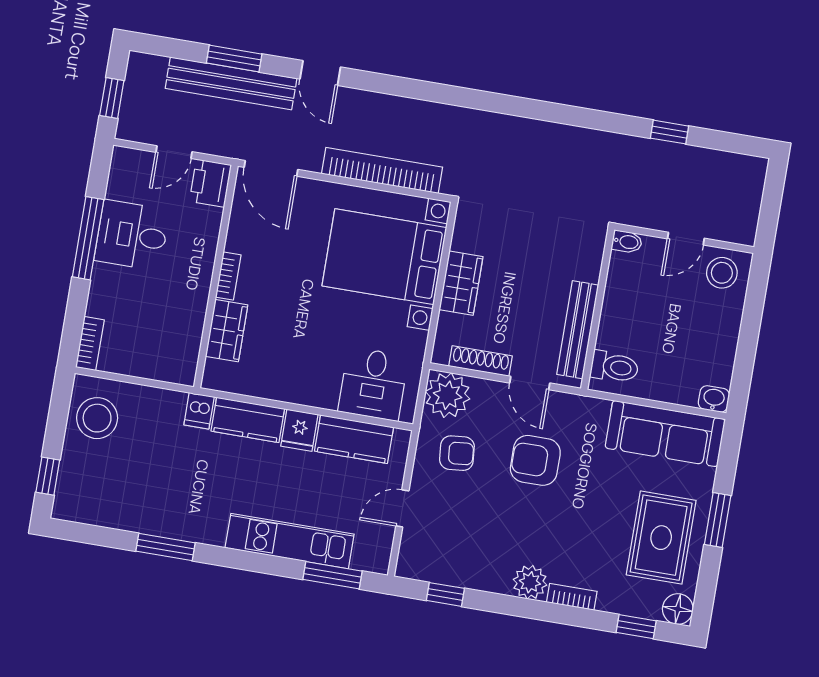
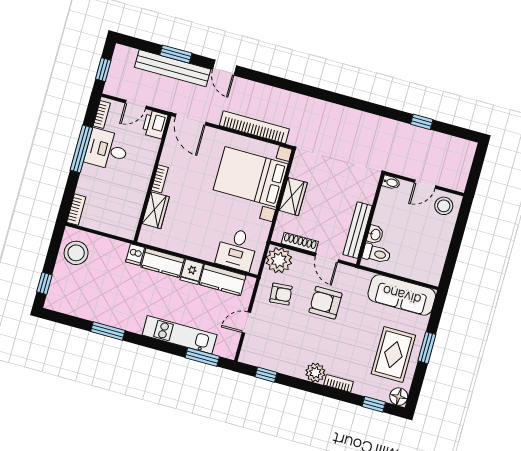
bookcase: (117, 175) -> (102, 114), added
washbasin: (714, 399) -> (375, 235), moved, turned 90

